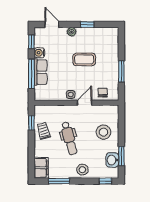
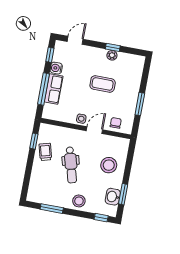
door: (52, 24) -> (75, 40), hinge flipped
plant: (72, 32) -> (112, 55), moved
filing cabinet: (41, 168) -> (35, 191), removed

